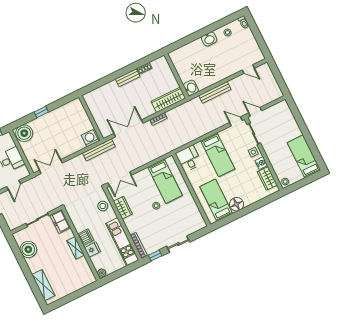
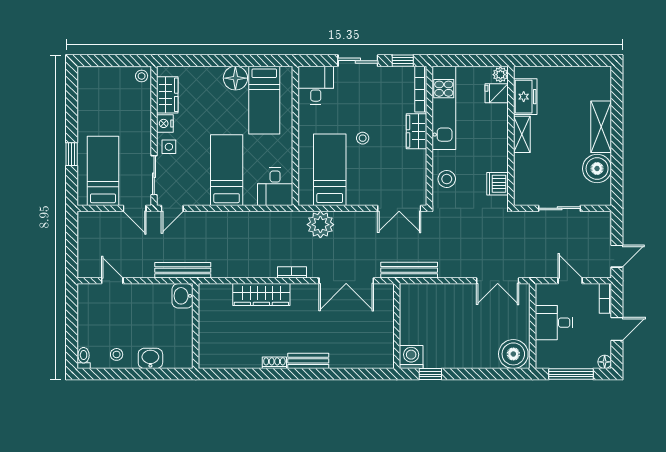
wall: (176, 76) -> (196, 326), moved
washbasin: (191, 88) -> (183, 296), moved
window: (41, 112) -> (430, 374), moved
door: (236, 121) -> (172, 208), hinge flipped
window: (301, 124) -> (72, 154), added
washing machine: (90, 138) -> (411, 357), moved, turned 180
plant: (156, 151) -> (320, 225), added
bed: (304, 156) -> (103, 171), moved, turned 180
double door: (120, 179) -> (399, 208), swing flipped
door: (14, 185) -> (570, 281), hinge flipped
wardrobe: (123, 208) -> (416, 131), moved
freezer: (60, 221) -> (525, 97), moved
desk: (194, 221) -> (316, 85), added
dishwasher: (86, 237) -> (498, 184), moved
fridge: (92, 250) -> (497, 93), moved
shelving: (43, 285) -> (601, 127), moved

